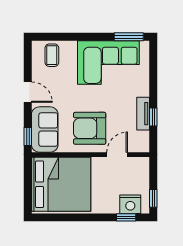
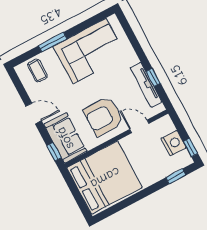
window: (129, 37) -> (53, 42), moved
tv unit: (143, 114) -> (146, 85), width x1.41
door: (117, 155) -> (139, 126), hinge flipped
nightstand: (130, 204) -> (174, 143), moved, turned -90

